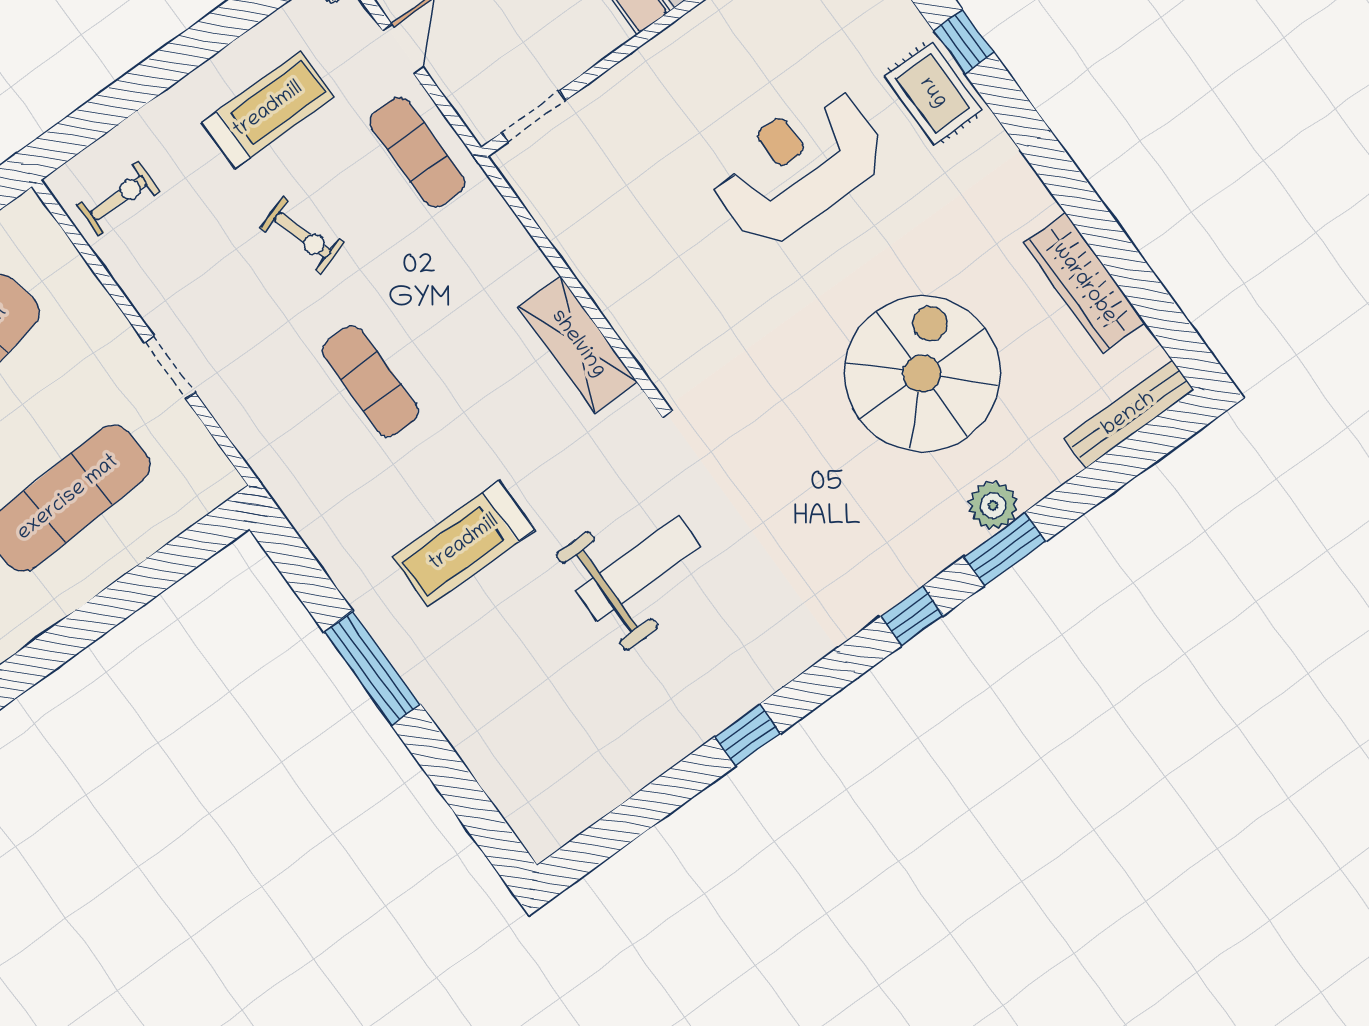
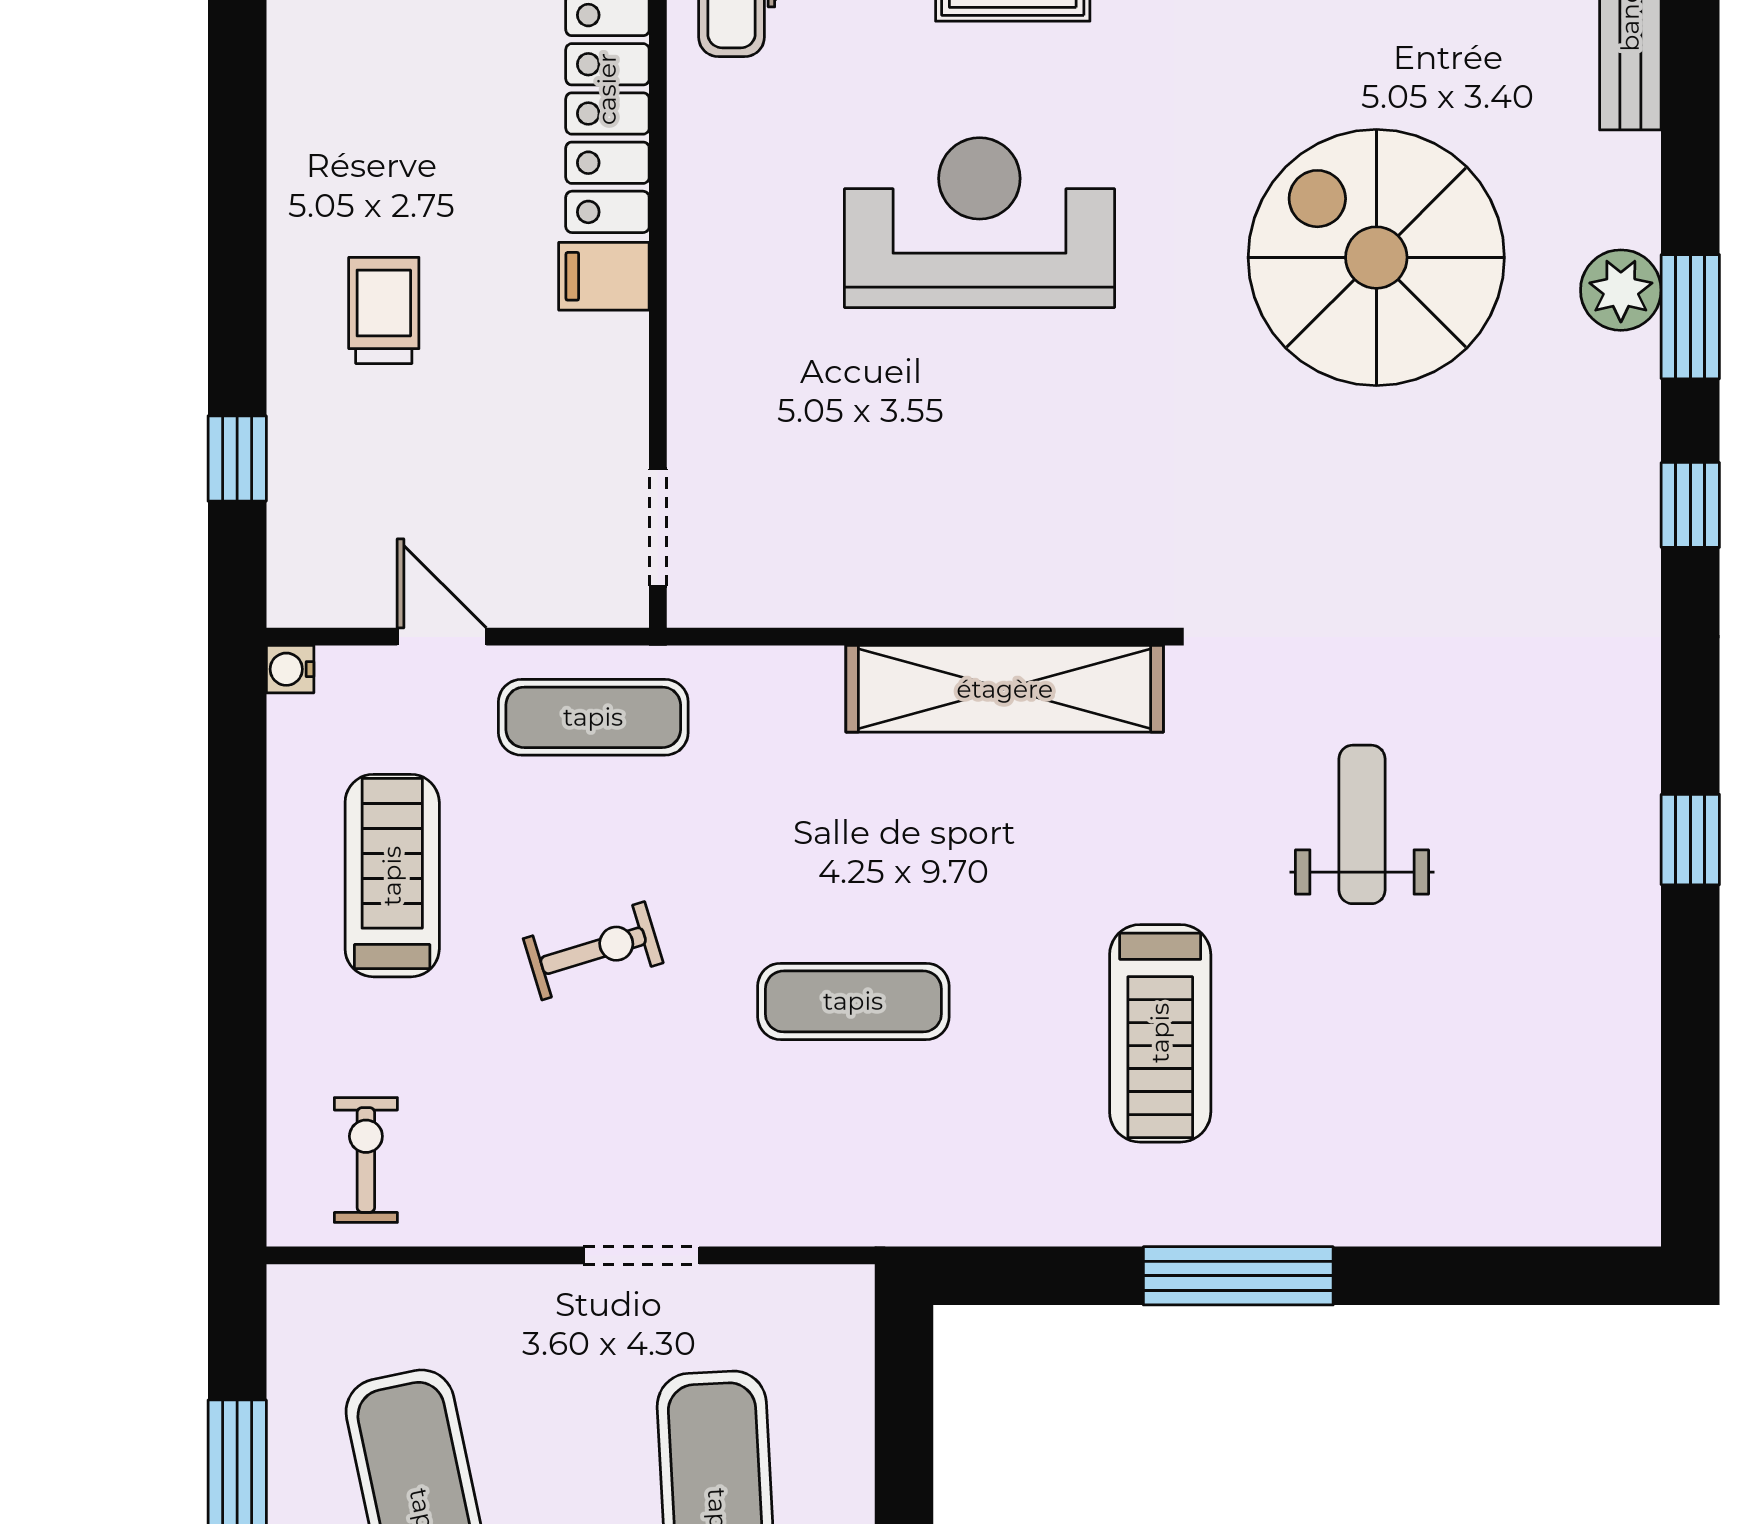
reception desk: (798, 166) -> (979, 223), turned 90
shelving: (578, 344) -> (1005, 689), width x1.47
weight bench: (638, 568) -> (1362, 824), width x0.73, depth x0.75

